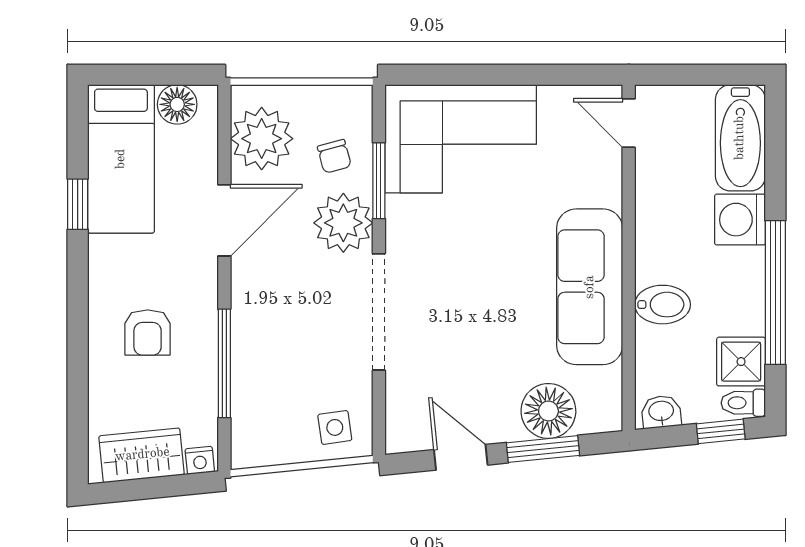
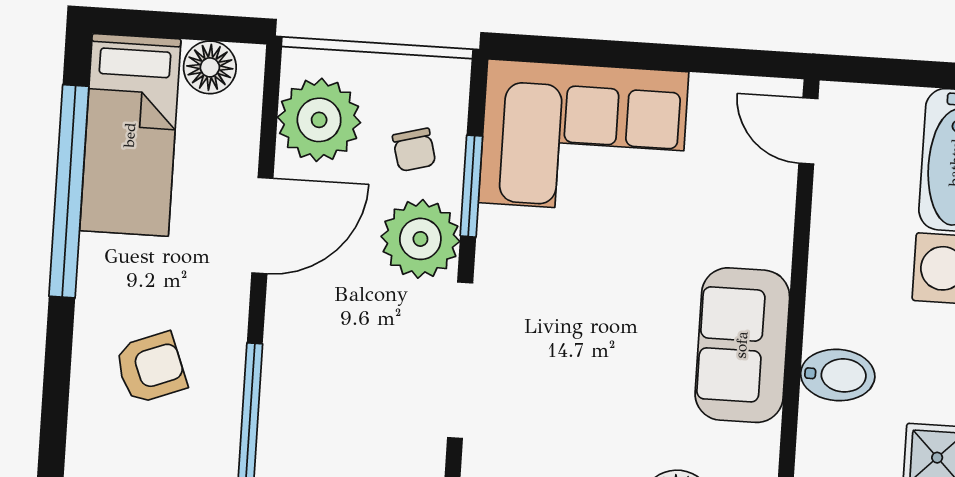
window: (78, 204) -> (69, 191), width x3.17
sofa: (590, 287) -> (742, 345), width x0.73
armchair: (148, 332) -> (151, 368), turned -111

